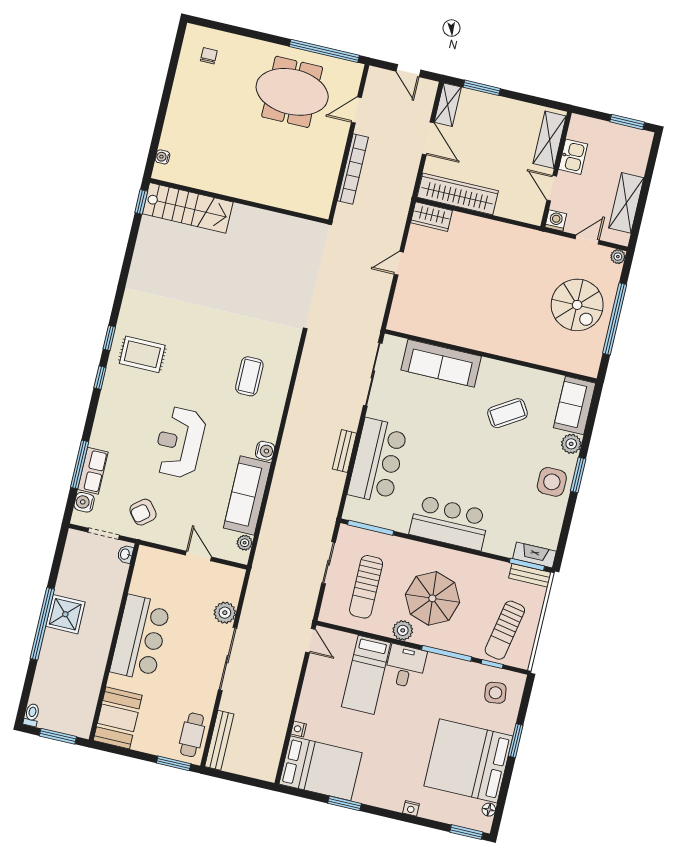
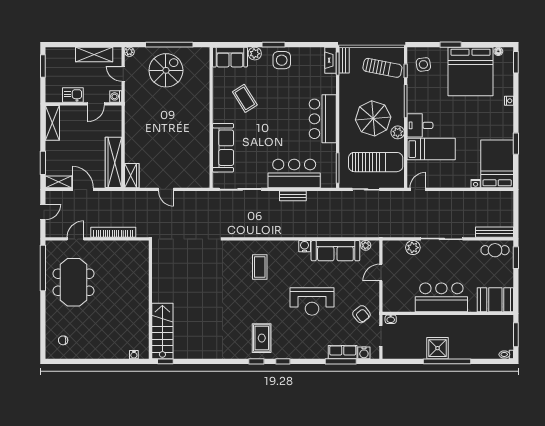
door: (356, 110) -> (75, 239), swing flipped
door: (428, 138) -> (83, 189), hinge flipped
shelving: (550, 140) -> (52, 123), moved, turned 90
coffee table: (249, 376) -> (260, 267), turned 90
sun lounger: (366, 587) -> (376, 162), width x1.36, depth x1.34

